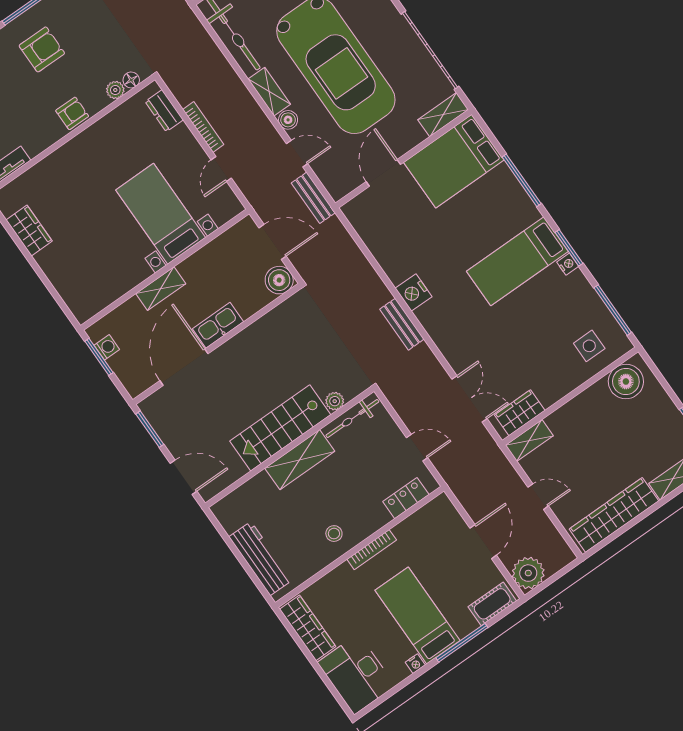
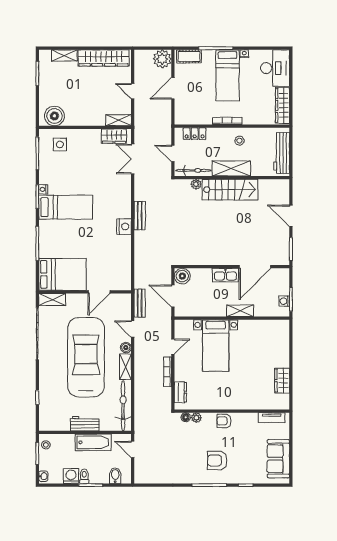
plant: (335, 401) -> (196, 184), moved
bicycle: (352, 419) -> (193, 170), moved
stairs: (280, 428) -> (230, 190), moved
wall: (290, 447) -> (232, 178), moved
shelving: (300, 460) -> (231, 168), moved

